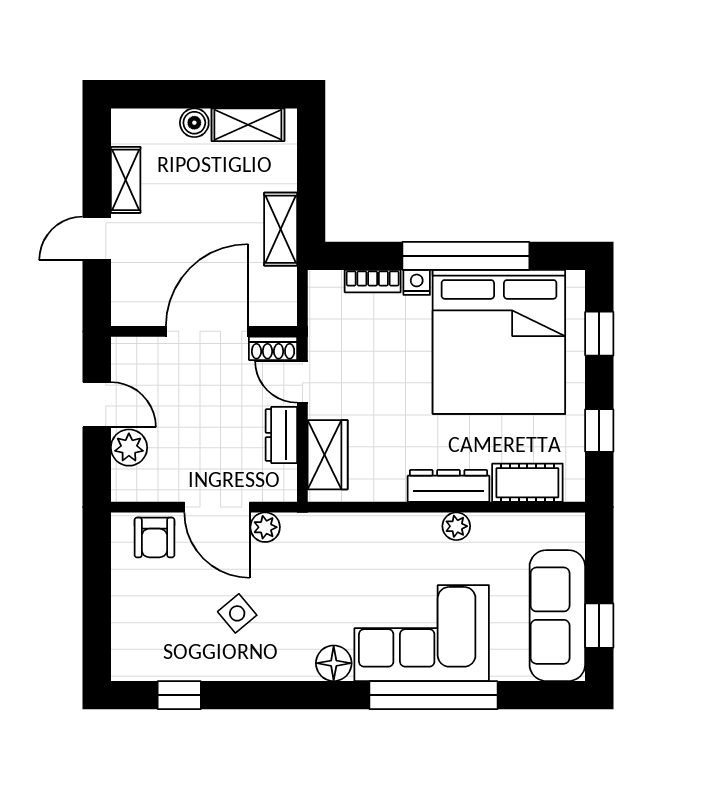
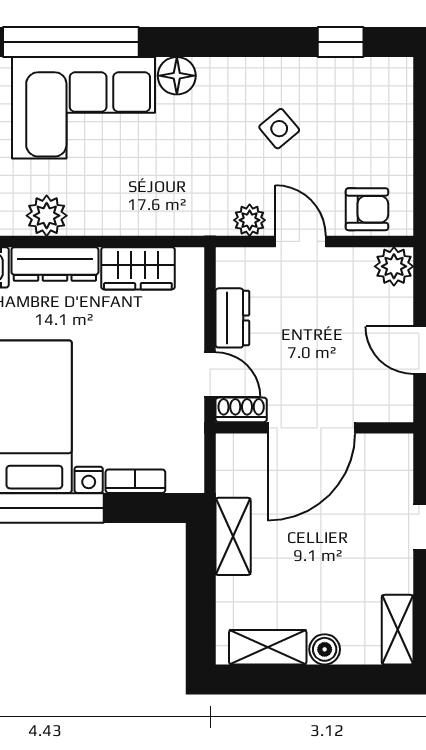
shelving: (126, 180) -> (398, 630), moved
plant: (129, 448) -> (394, 266), moved
wardrobe: (328, 455) -> (138, 268), moved, turned -90
door: (217, 507) -> (301, 241), width x0.73
plant: (456, 526) -> (47, 216), width x1.38, depth x1.38
armchair: (154, 537) -> (367, 209), turned 90

